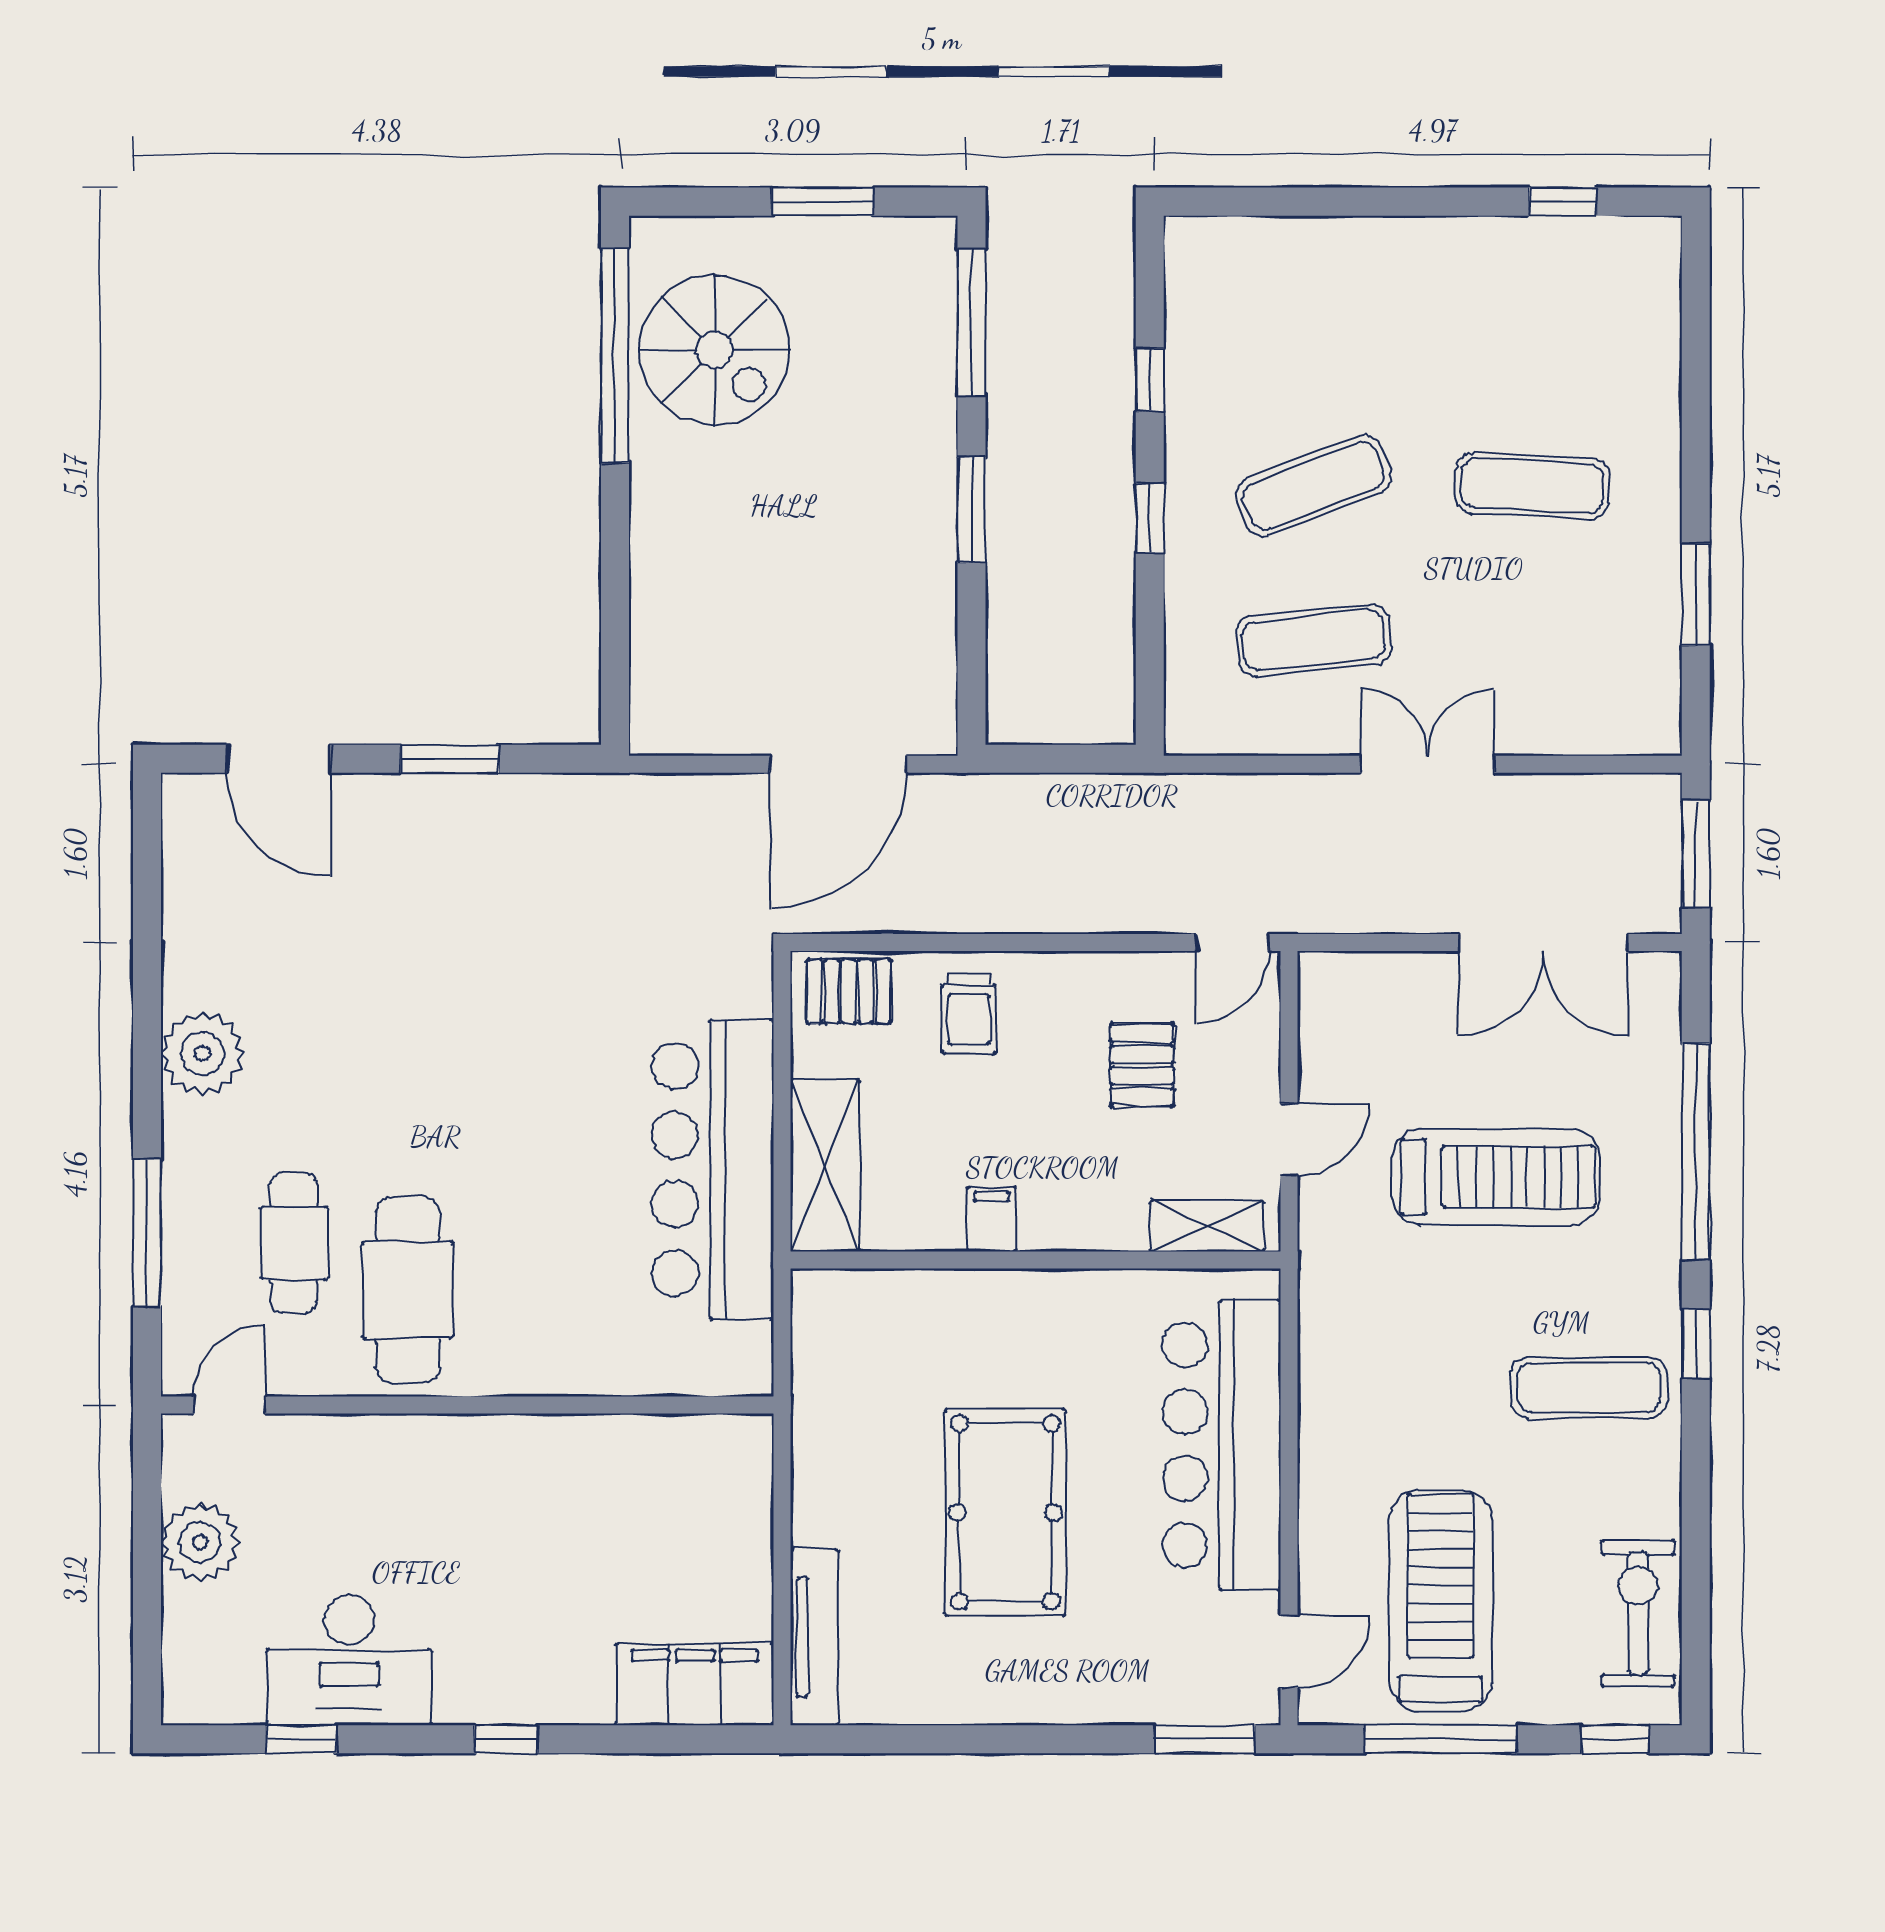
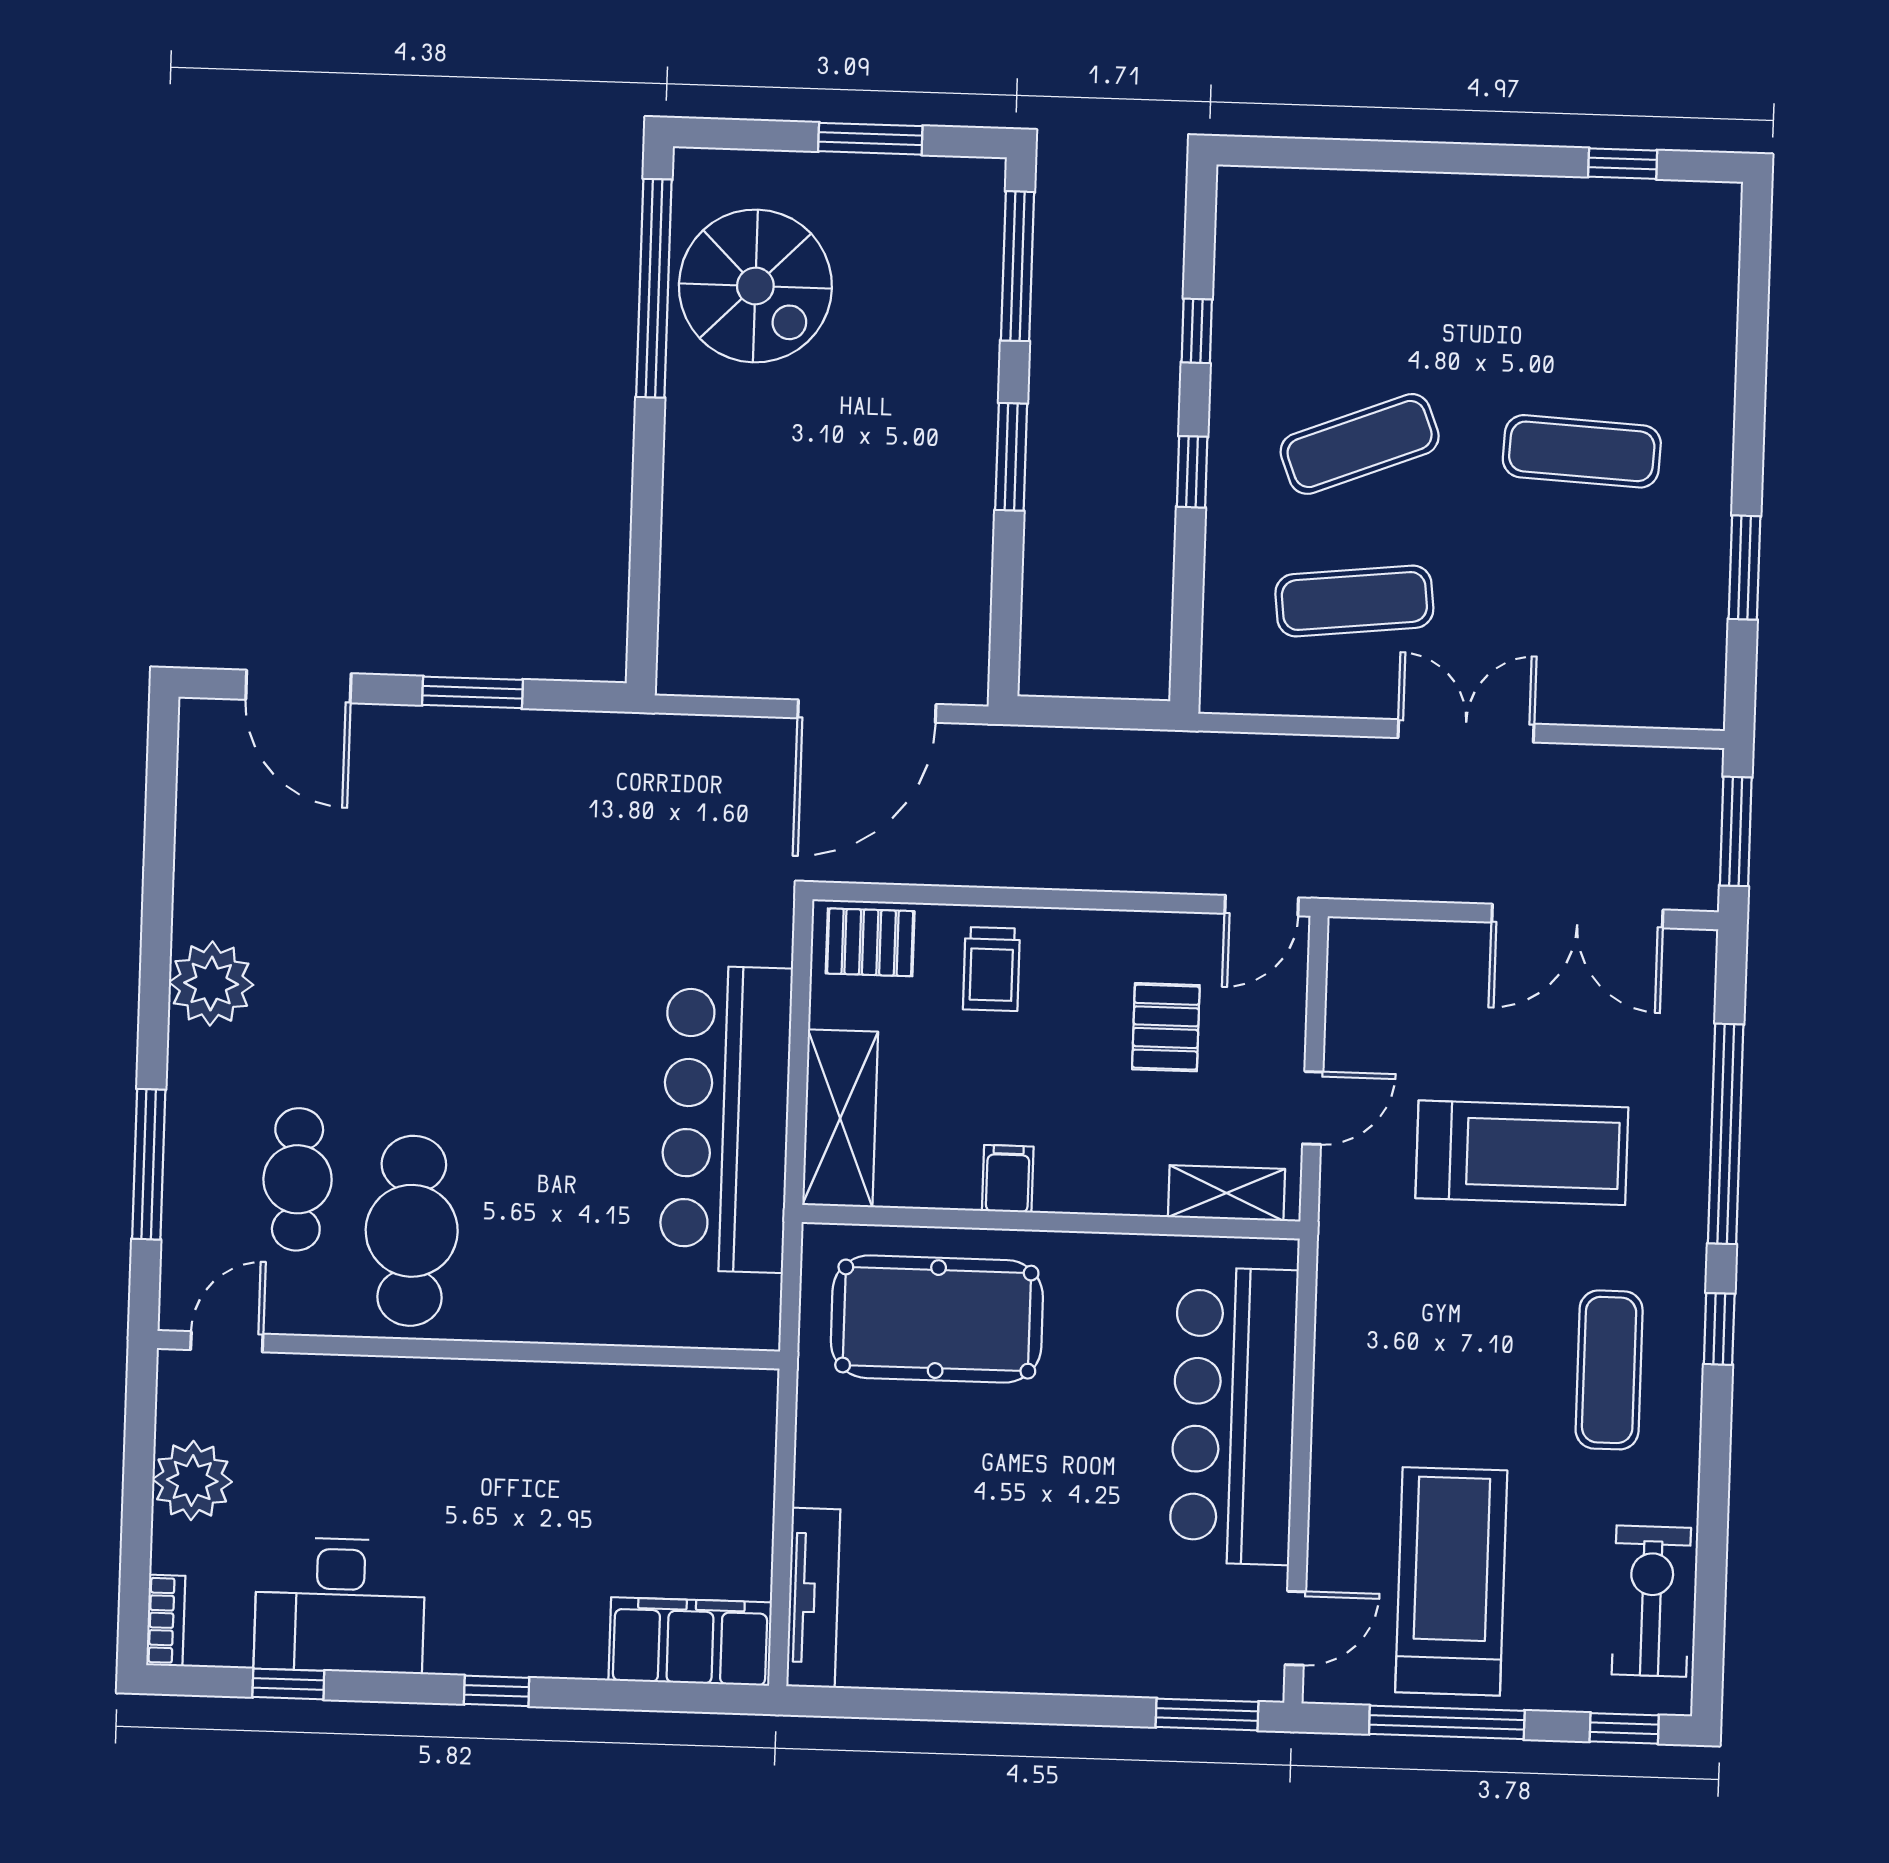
exercise mat: (1589, 1388) -> (1609, 1370), turned 90
pool table: (1005, 1512) -> (937, 1319), moved, turned 90
bookcase: (179, 1681) -> (166, 1620), added

